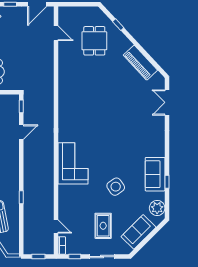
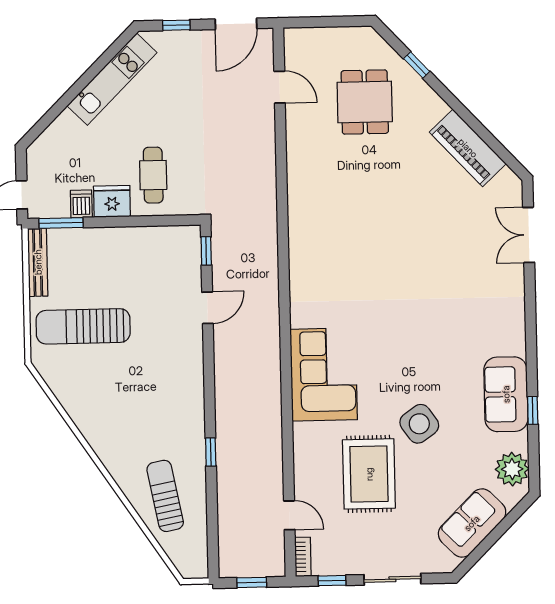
rug: (103, 226) -> (369, 474), moved, width x1.36, depth x1.43

